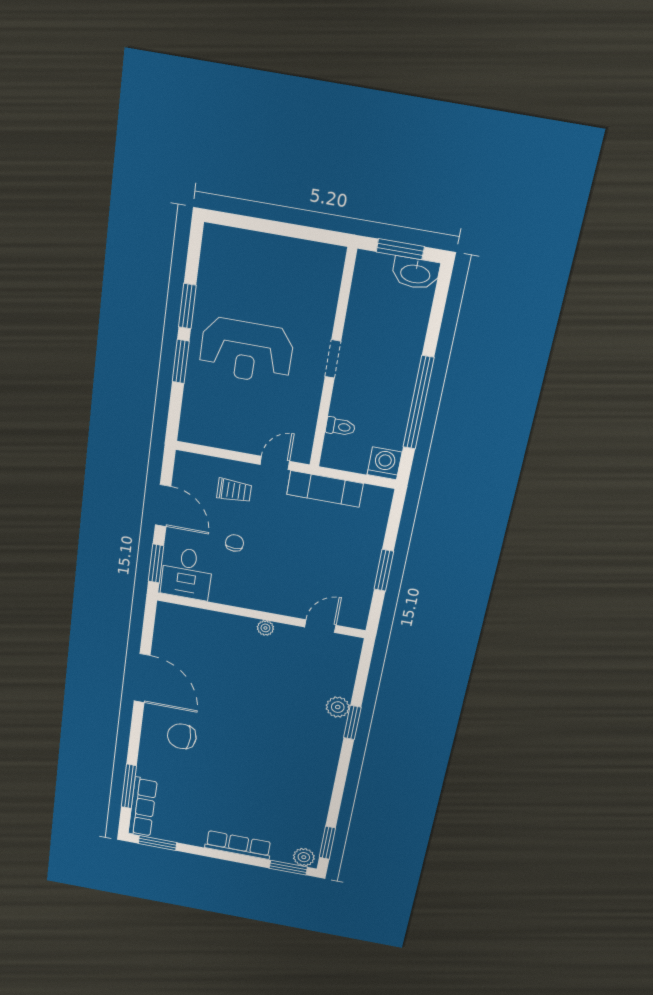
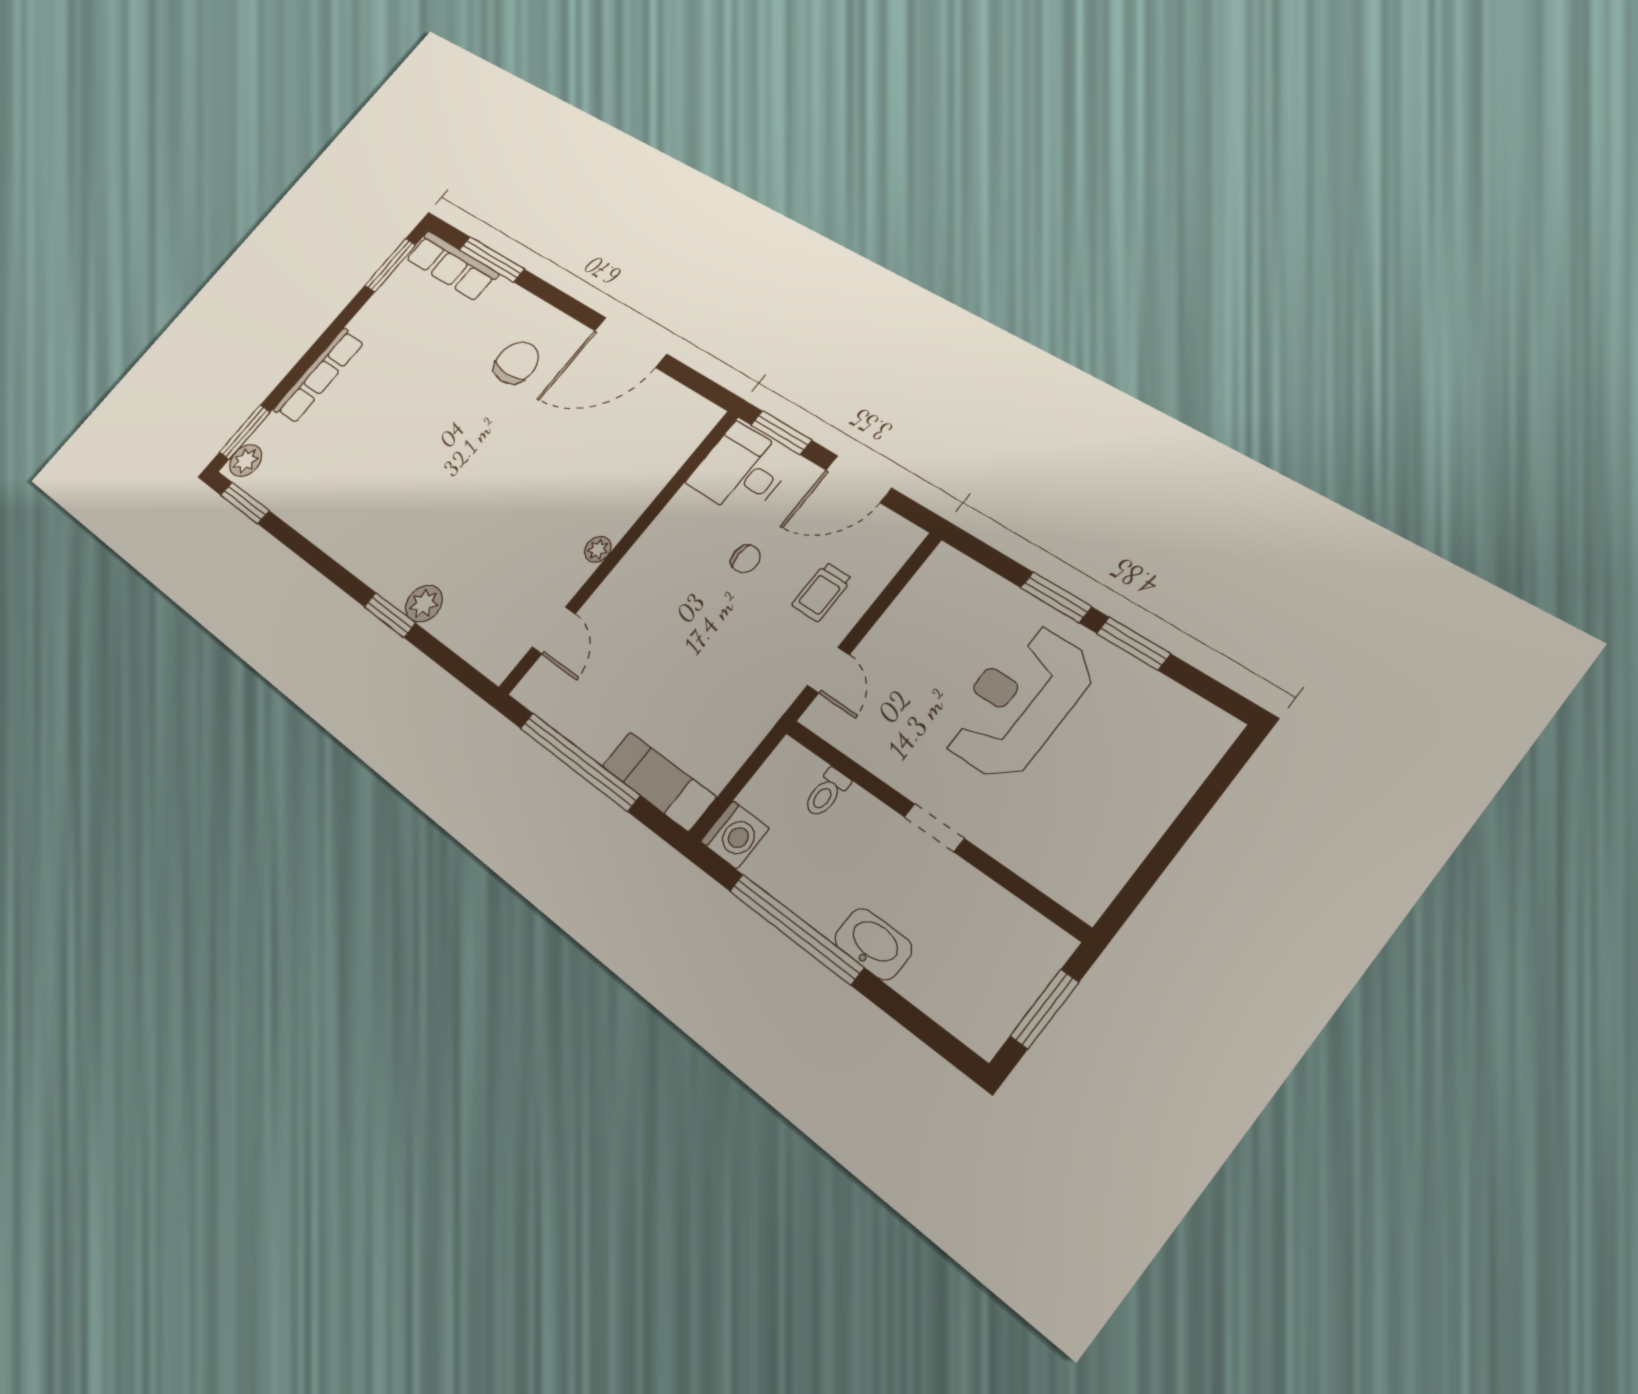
washbasin: (415, 273) -> (873, 944), moved, turned 90
exam couch: (325, 489) -> (659, 781), moved, turned 90
window: (384, 570) -> (579, 761), width x2.11

